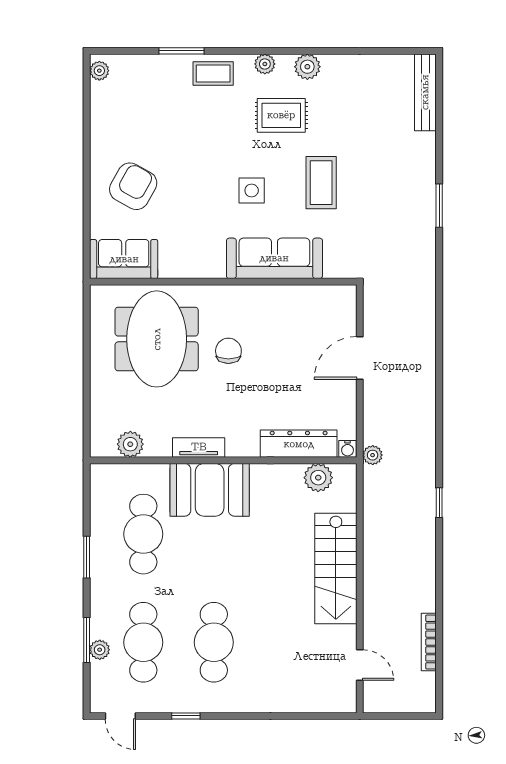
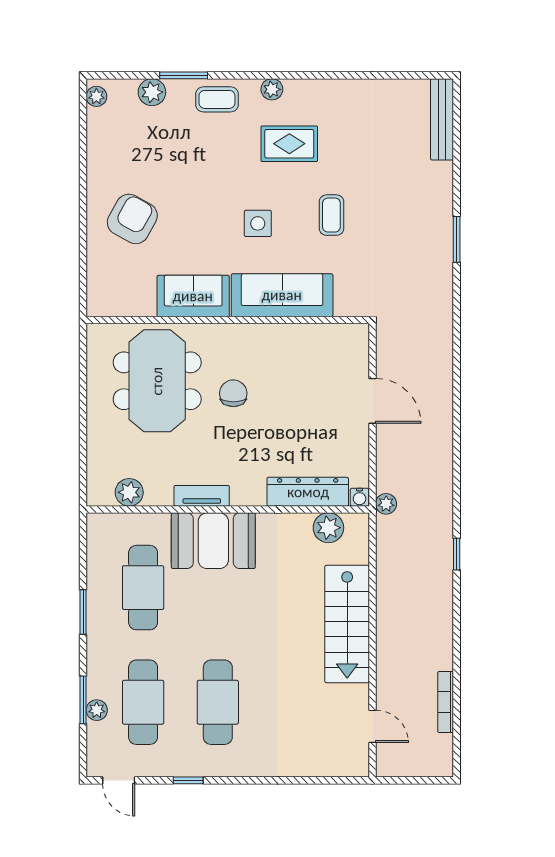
plant: (307, 67) -> (152, 92), moved
coffee table: (321, 183) -> (331, 215), width x0.73, depth x0.77
sofa: (124, 259) -> (193, 296), moved
door: (360, 358) -> (372, 401), swing flipped

